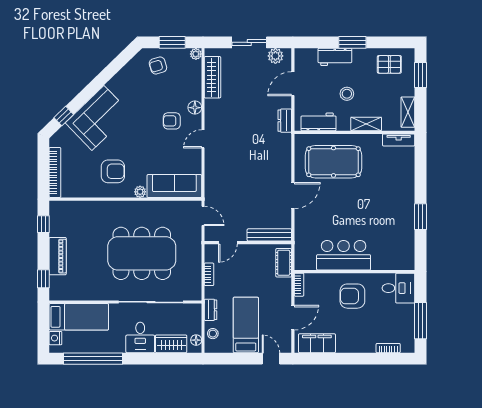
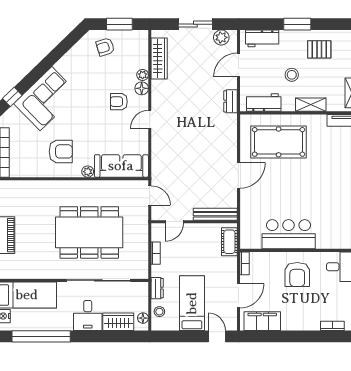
plant: (196, 54) -> (143, 75), moved
workbench: (335, 57) -> (262, 38), moved
pallet: (389, 64) -> (319, 49), moved
armchair: (352, 296) -> (297, 275), turned -90

